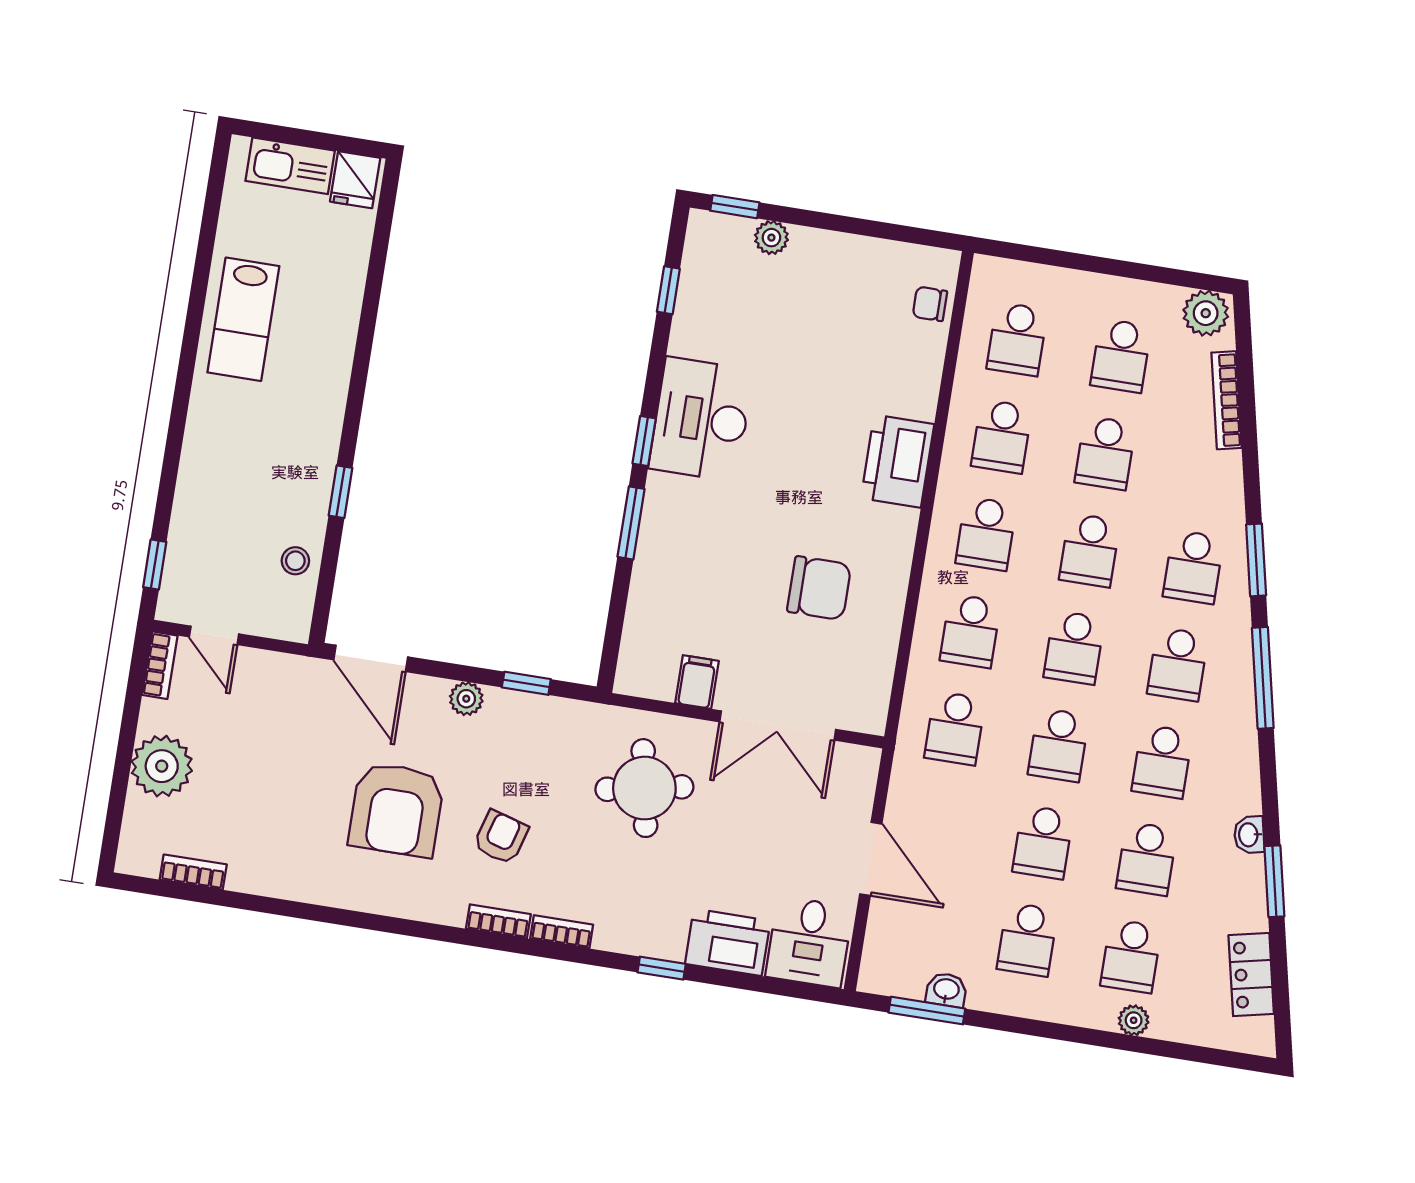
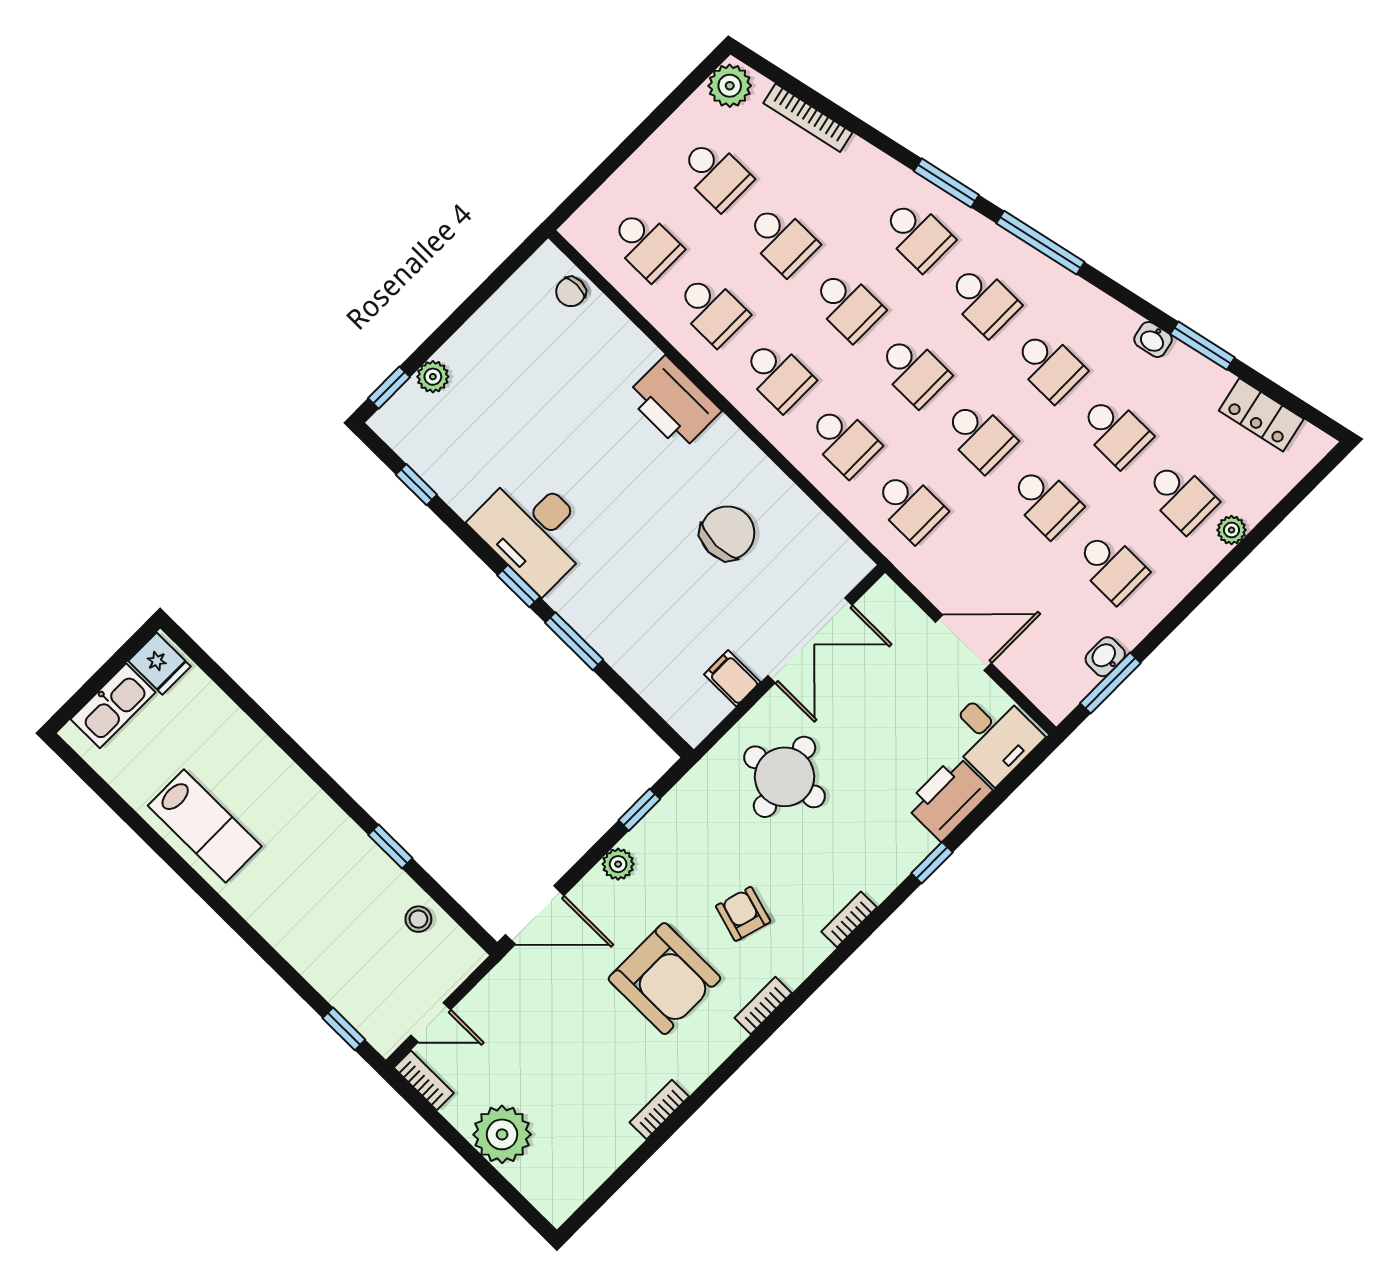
bookcase: (193, 872) -> (659, 1110), moved
bookcase: (498, 921) -> (763, 1006), moved

